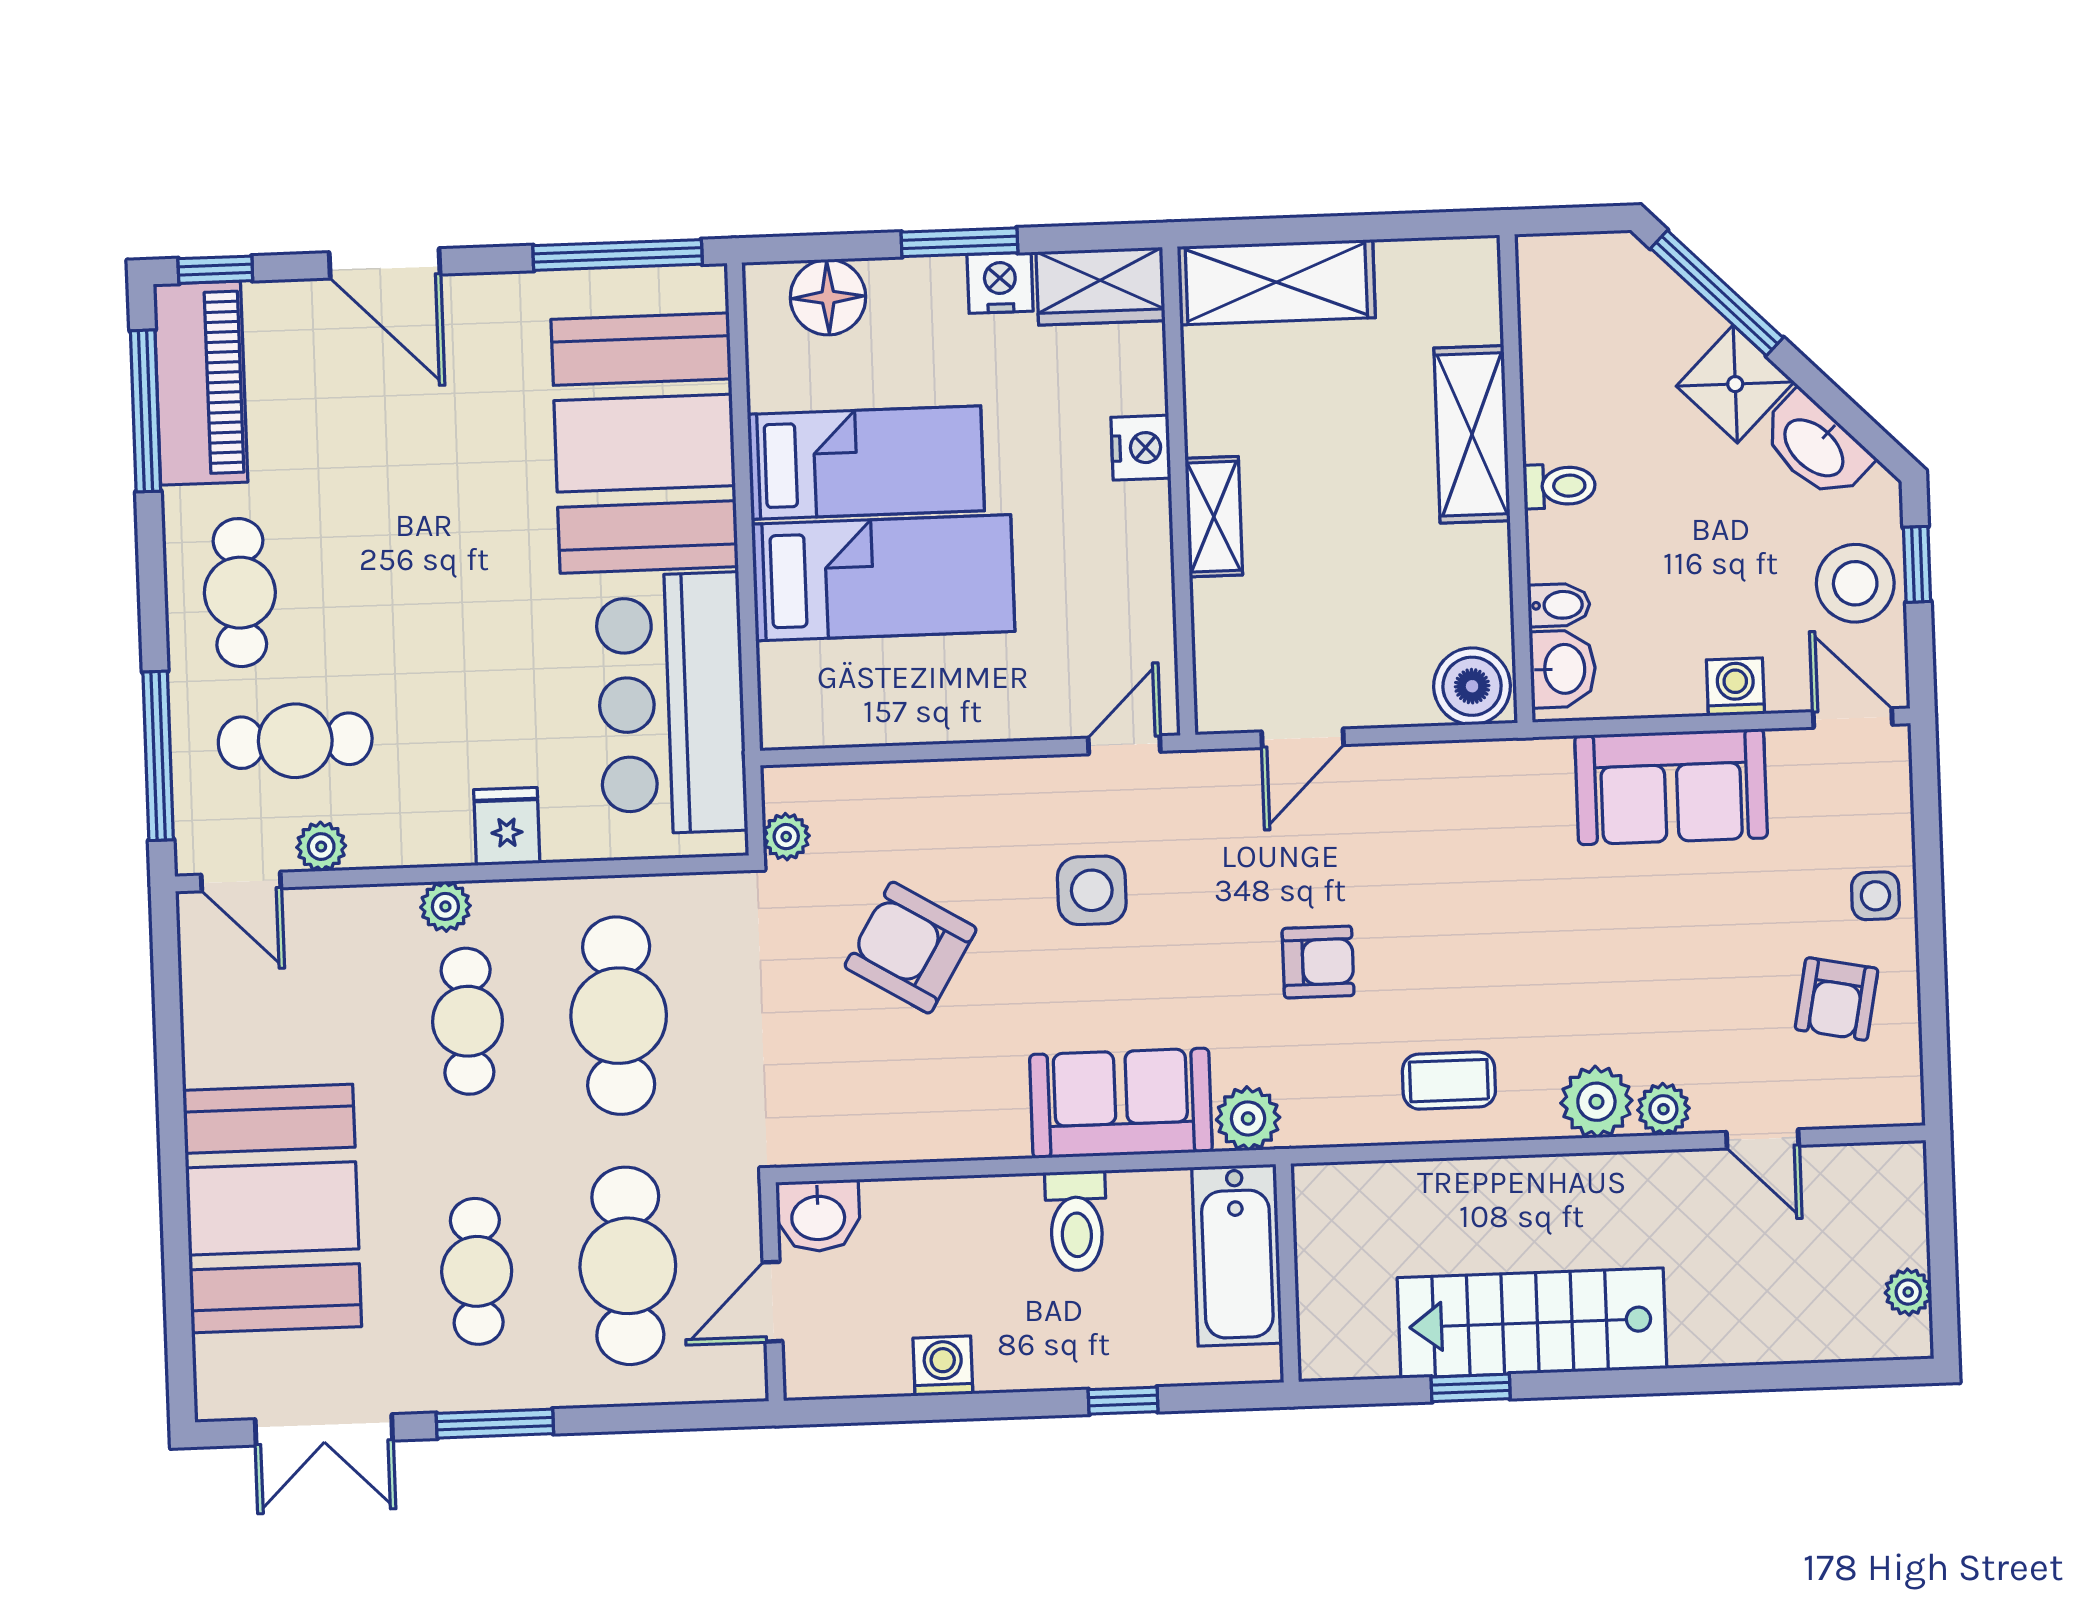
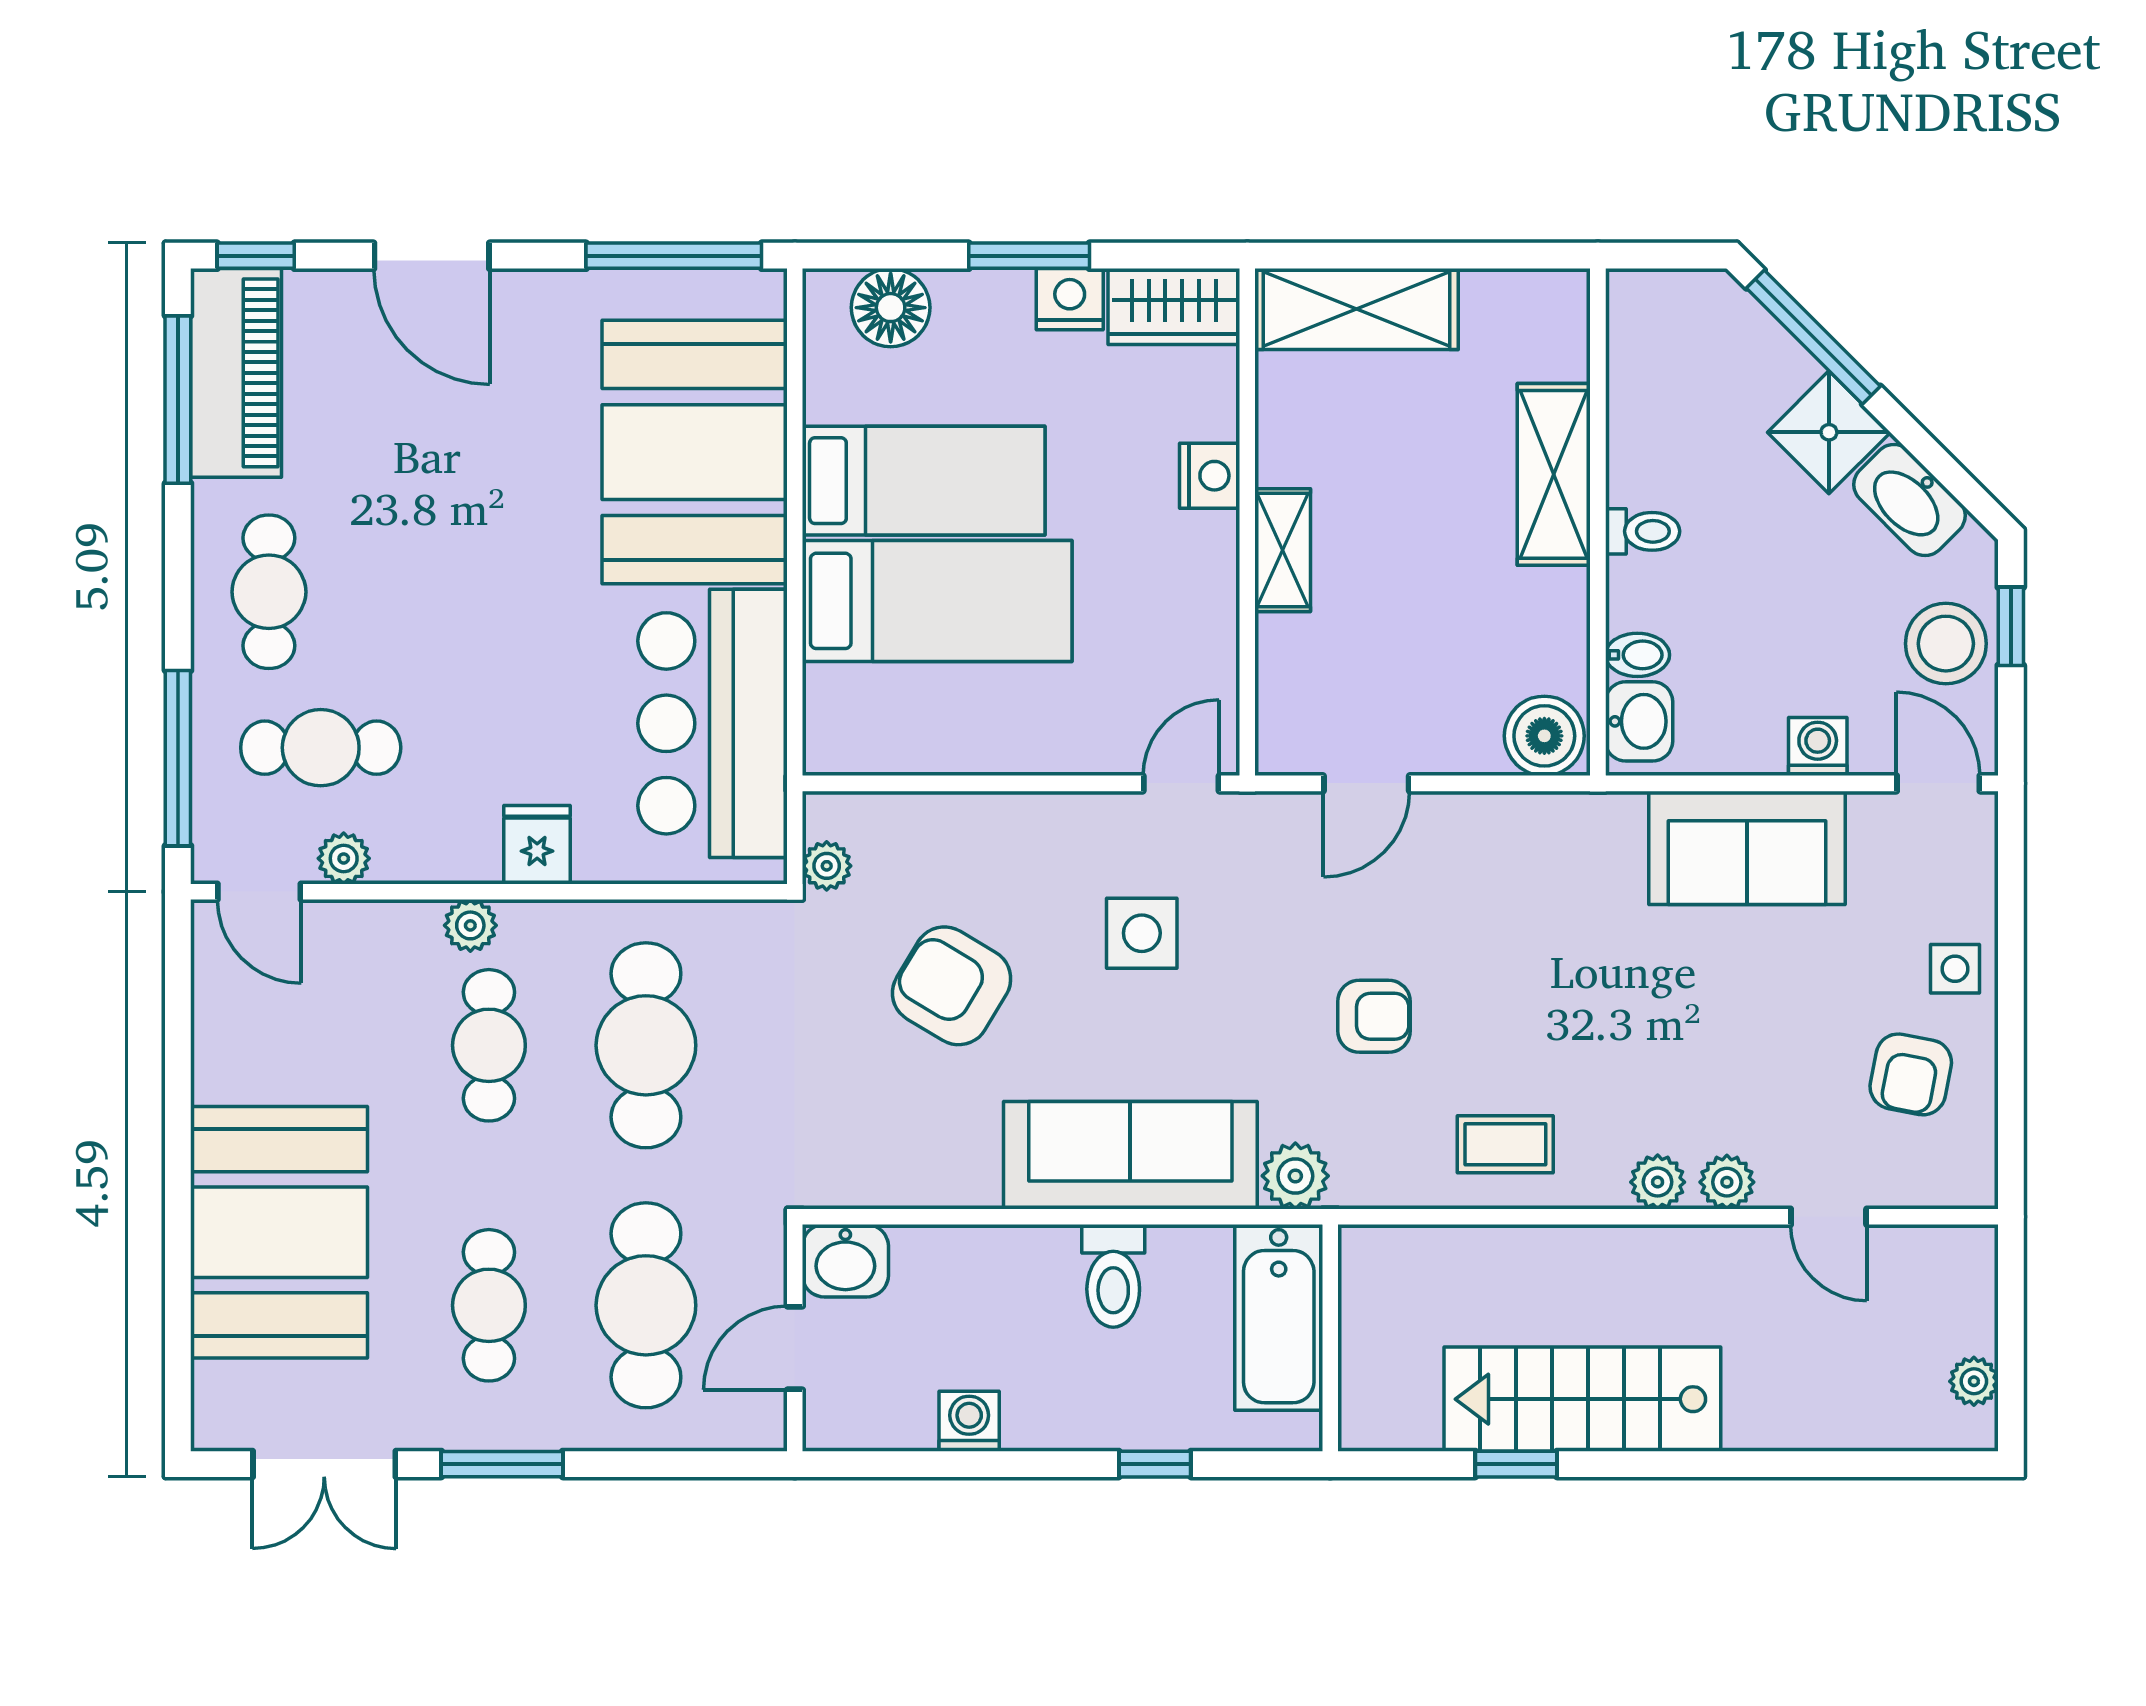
plant: (1596, 1102) -> (1658, 1182), width x0.73, depth x0.73
sofa: (1121, 1103) -> (1130, 1155), width x1.36

